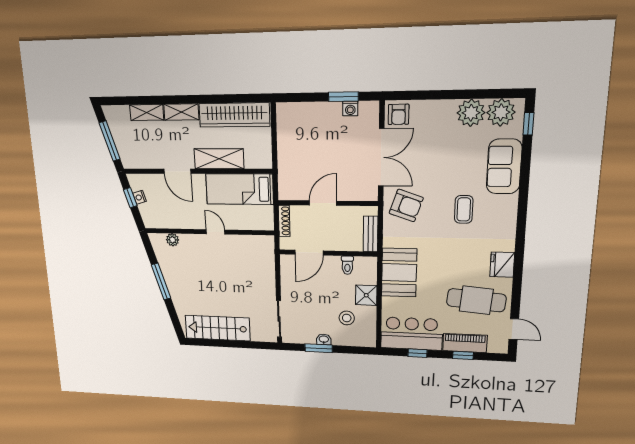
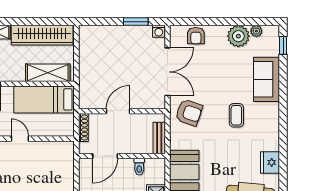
washing machine: (350, 108) -> (159, 31), moved
plant: (501, 112) -> (256, 31), width x0.53, depth x0.53
armchair: (399, 114) -> (196, 36), moved
shelving: (219, 159) -> (48, 73), moved

